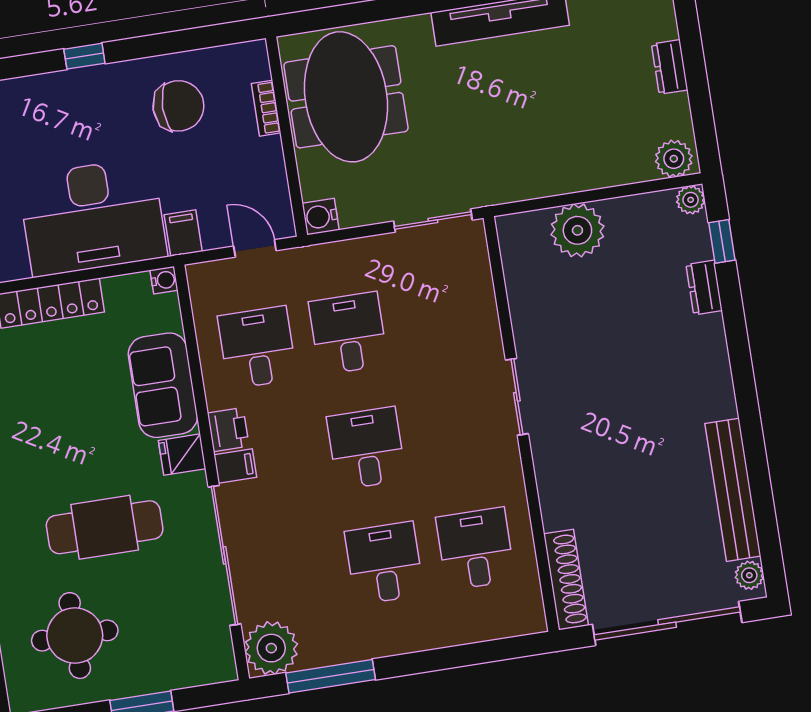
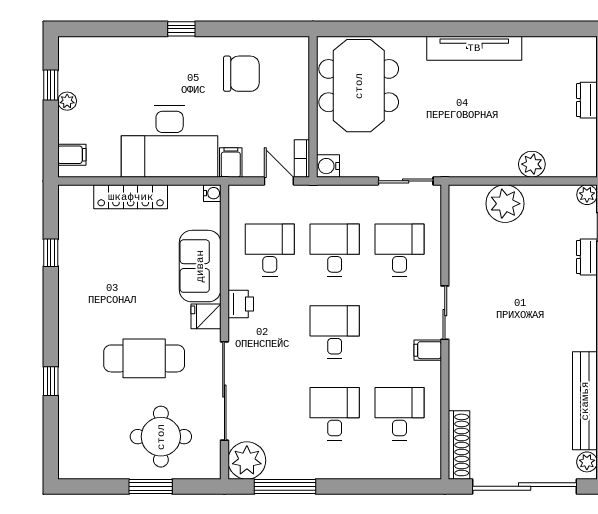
bookcase: (266, 108) -> (302, 159), moved
plant: (674, 159) -> (532, 164), moved
desk: (439, 319) -> (399, 250), added
filing cabinet: (235, 466) -> (428, 350), moved, turned 180
round table: (75, 636) -> (161, 437), moved

